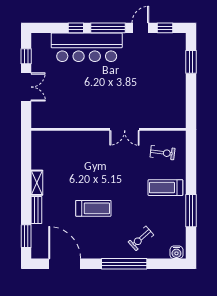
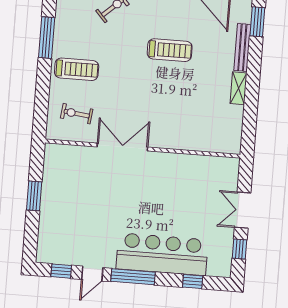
window: (76, 28) -> (193, 281), moved
window: (191, 62) -> (34, 196), moved
double door: (125, 129) -> (122, 147), width x1.37
treadmill: (93, 208) -> (170, 50), turned 180
bench: (36, 210) -> (242, 47), width x1.36

